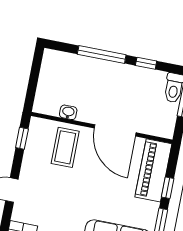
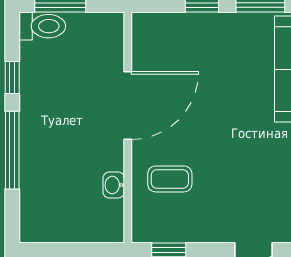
coffee table: (65, 147) -> (170, 179), width x0.73, depth x0.77
piano: (153, 170) -> (179, 33), removed

